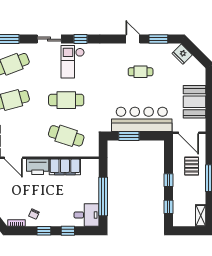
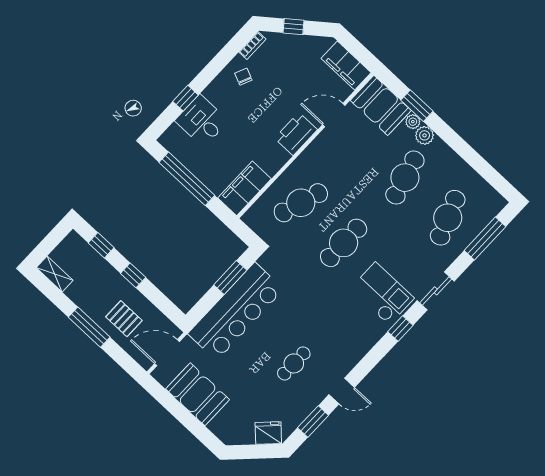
filing cabinet: (65, 167) -> (244, 188), moved
desk: (86, 215) -> (202, 121), moved, turned 90
window: (44, 231) -> (212, 70), removed

